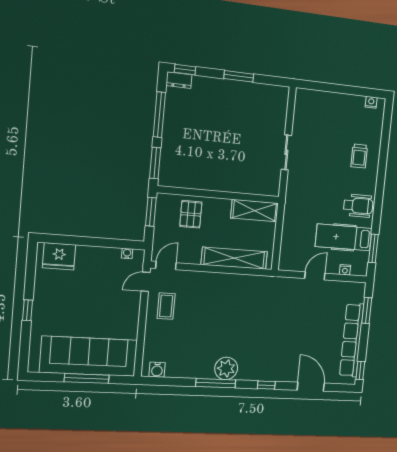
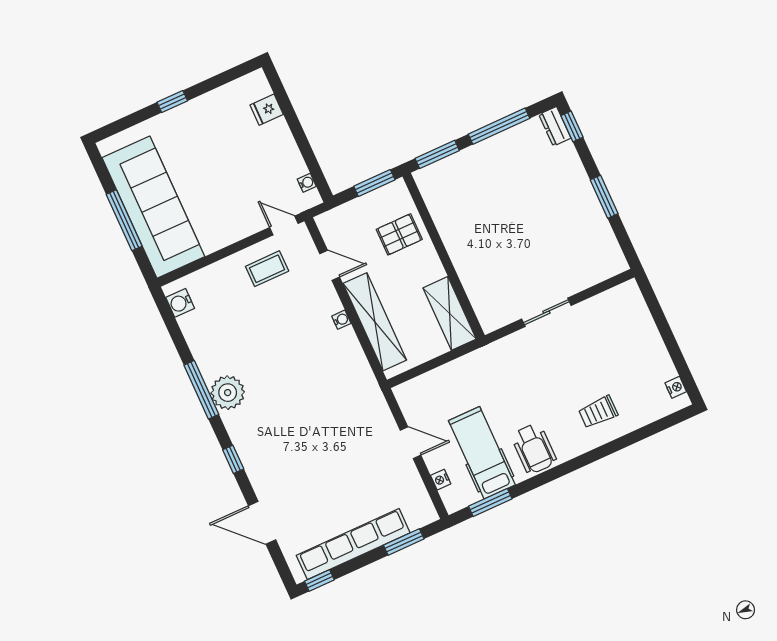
fridge: (59, 256) -> (267, 110), width x0.53, depth x0.75
door: (166, 266) -> (330, 265), moved
water cooler: (222, 278) -> (341, 320), added
door: (311, 387) -> (262, 523), swing flipped

